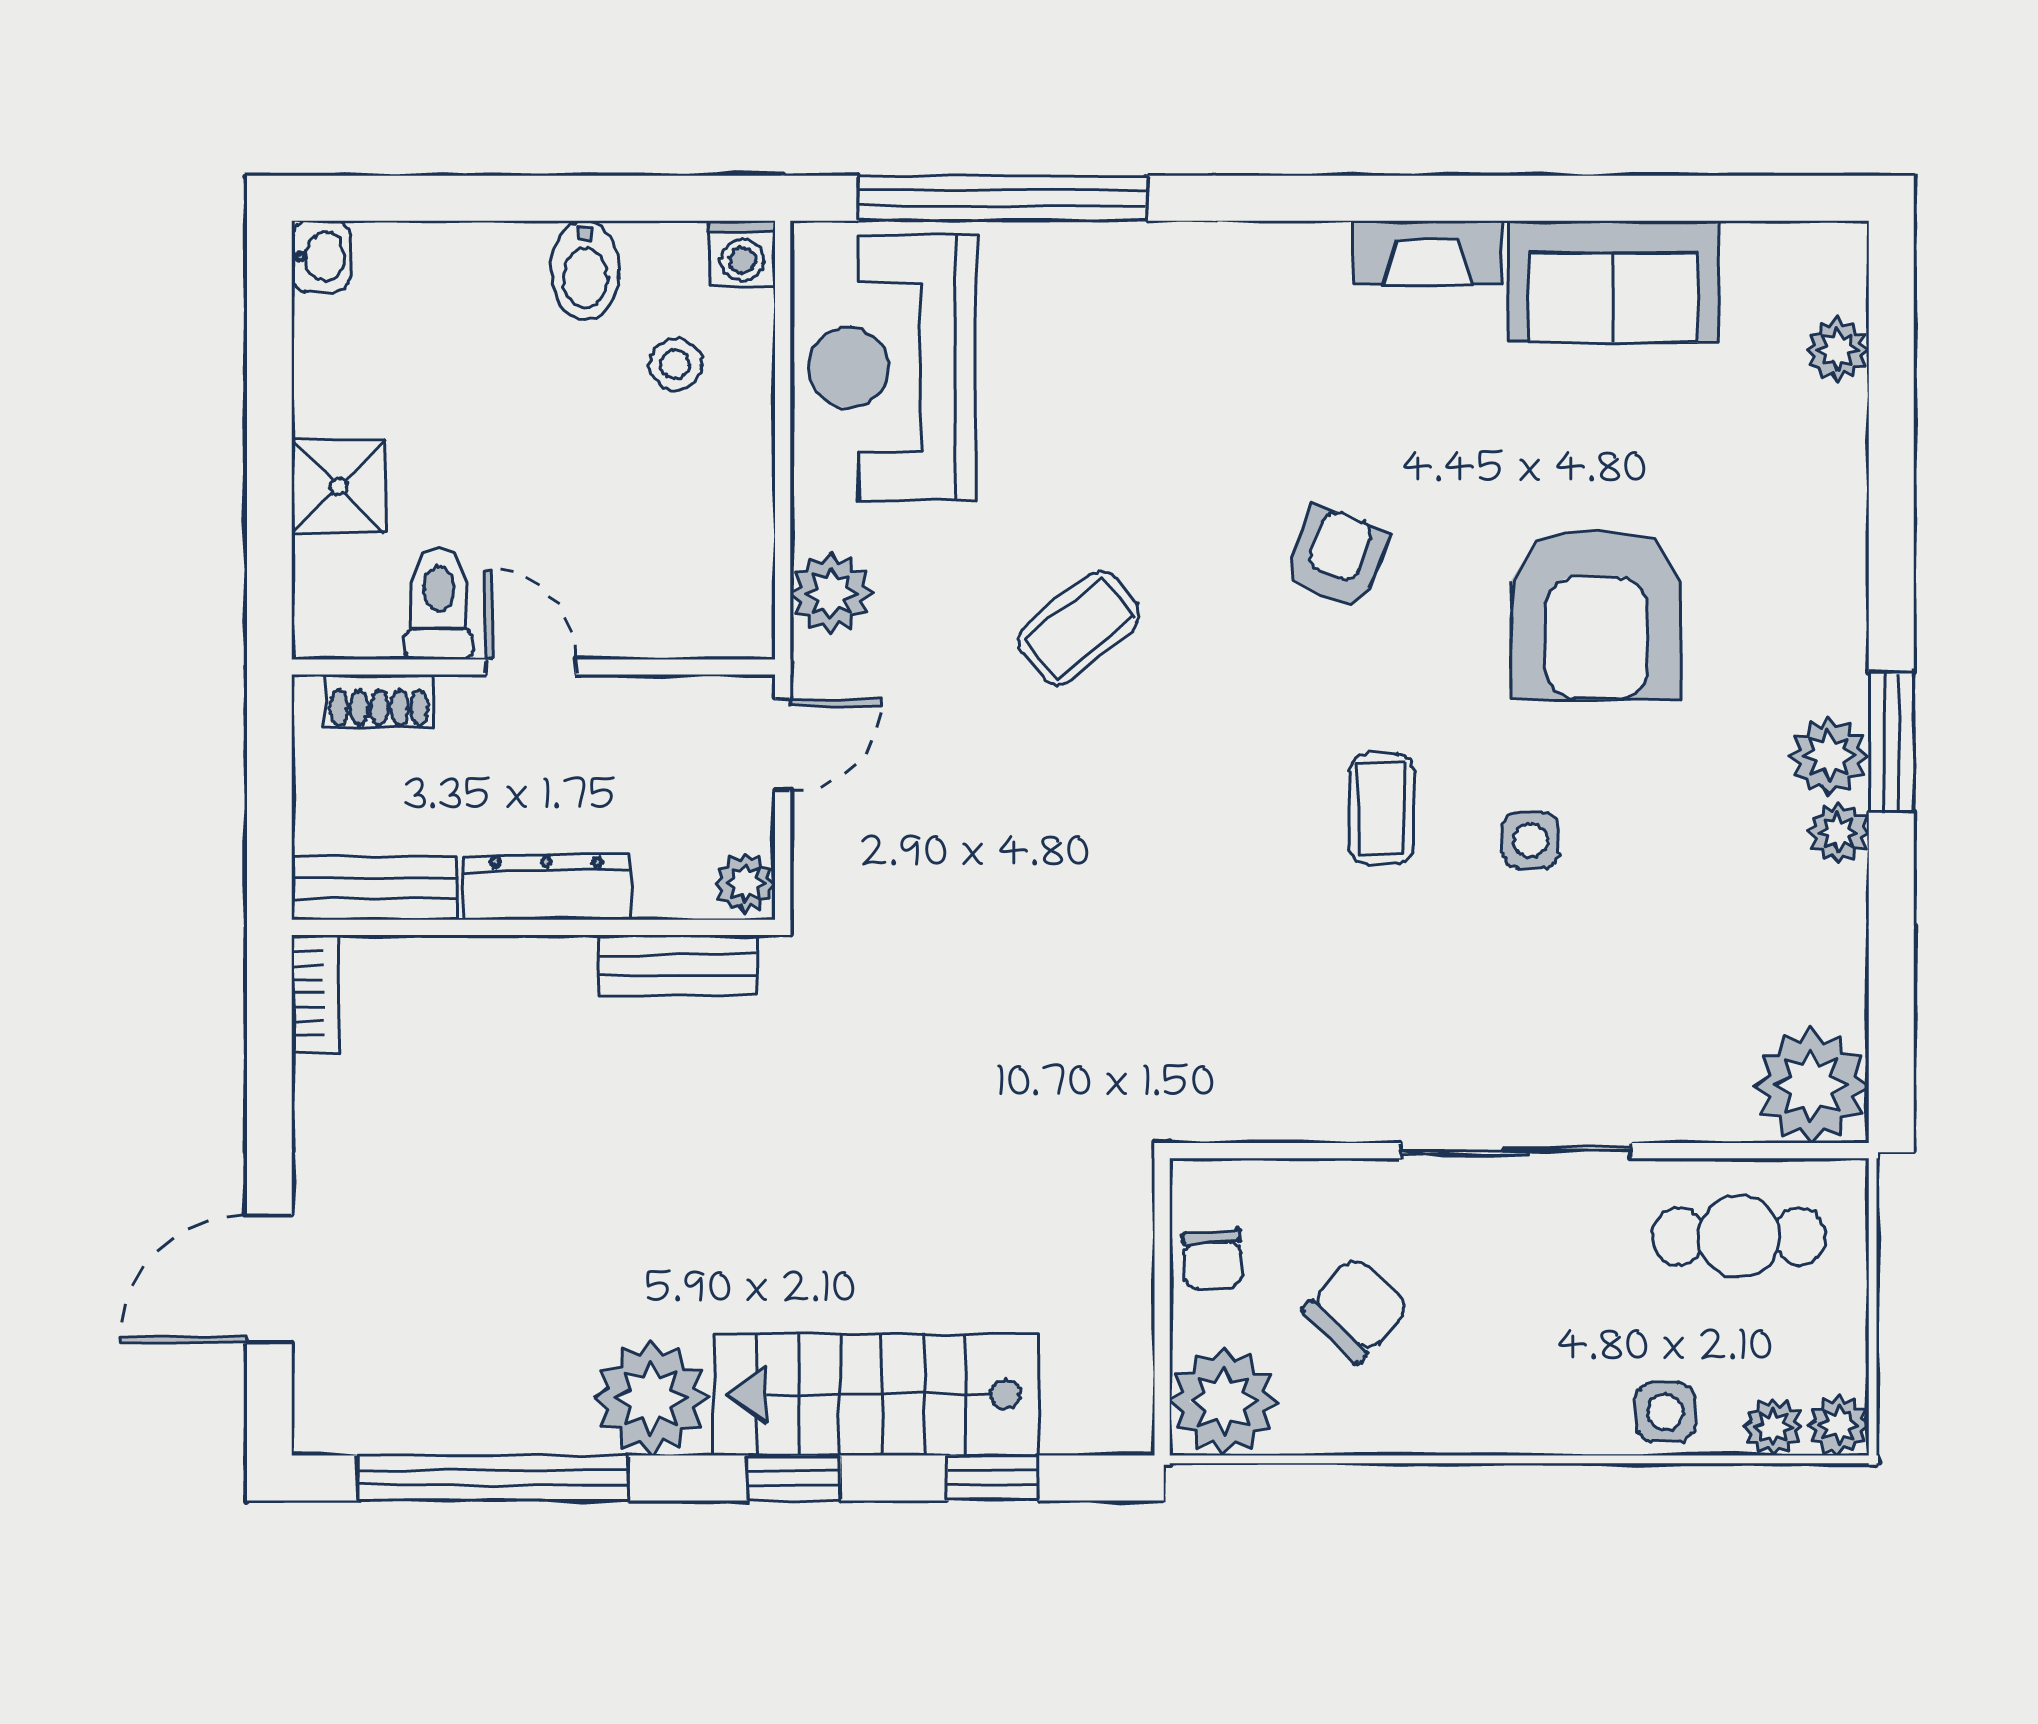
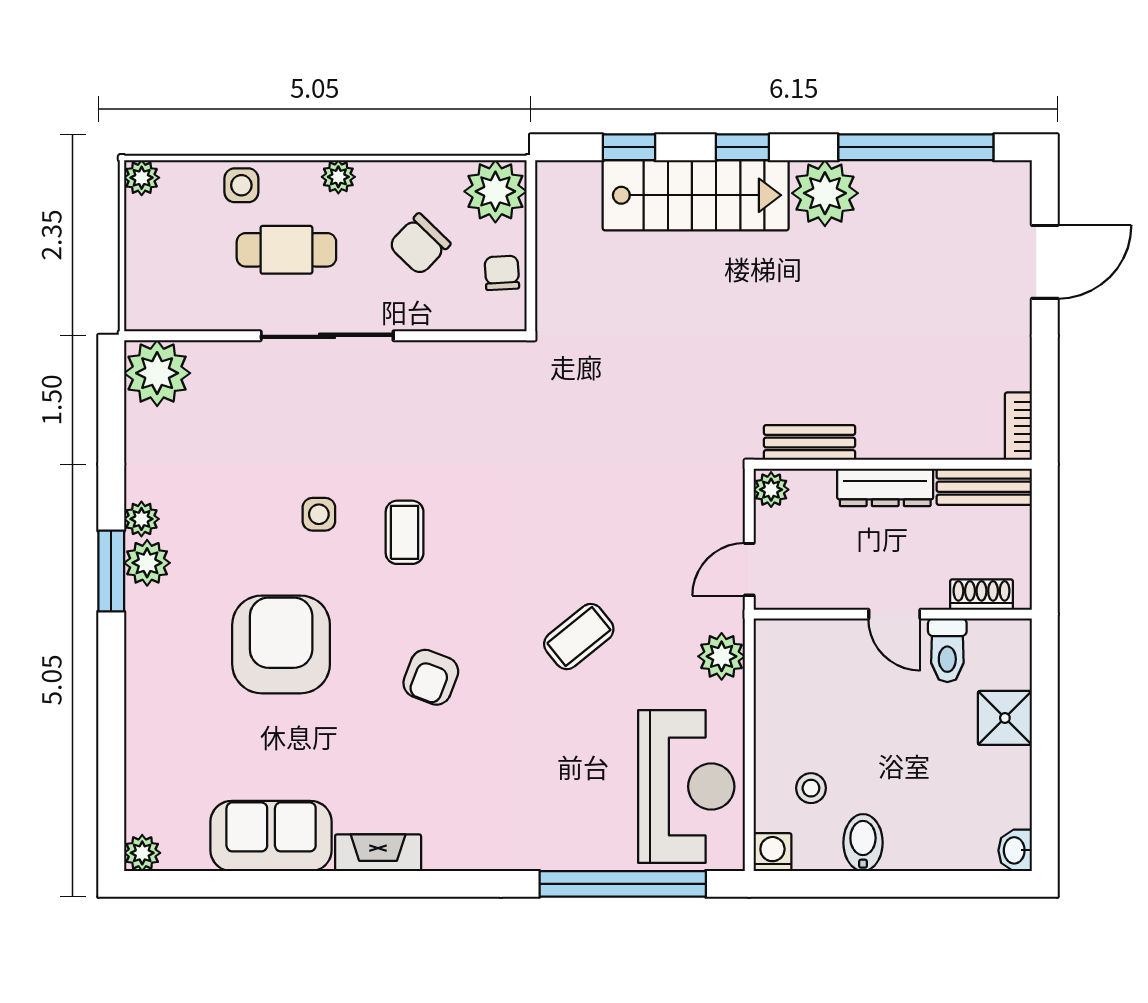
plant: (1837, 350) -> (142, 853), moved
cafe table: (1739, 1236) -> (286, 250), moved
plant: (1773, 1427) -> (338, 177), moved

